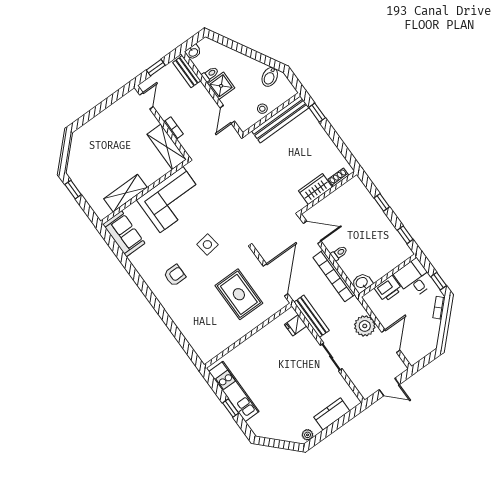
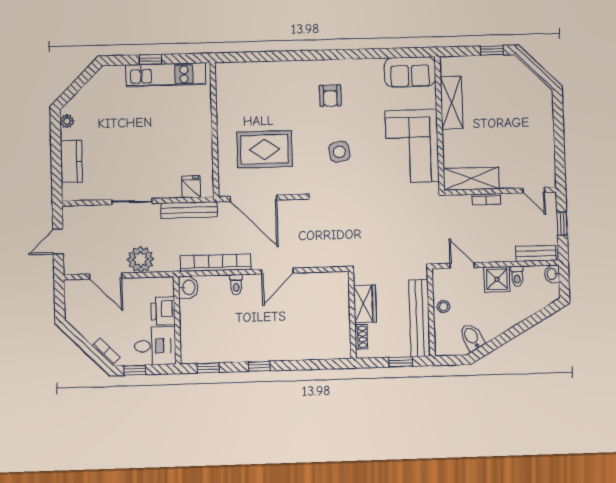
shoe rack: (338, 177) -> (361, 337), moved
wardrobe: (315, 189) -> (365, 304), moved
wall: (328, 193) -> (352, 315), moved

